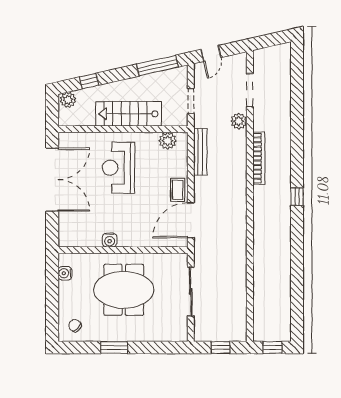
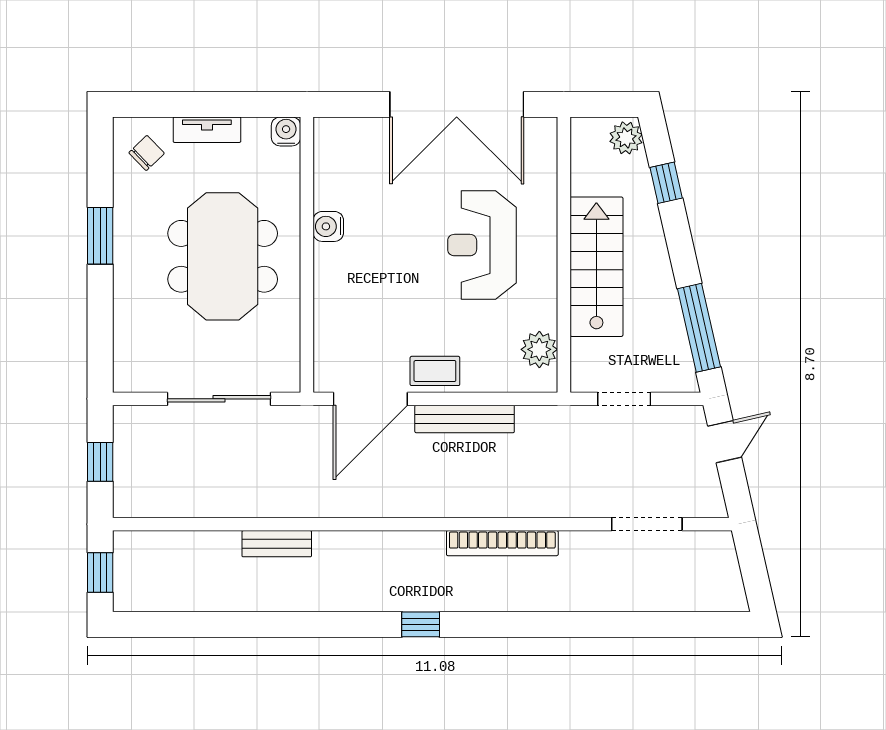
door: (211, 53) -> (725, 442), swing flipped
plant: (239, 121) -> (581, 501), removed
bench: (200, 152) -> (465, 419), moved
reception desk: (118, 168) -> (482, 245), turned -90
door: (191, 220) -> (370, 399), swing flipped
bench: (259, 264) -> (277, 544), added
water cooler: (65, 273) -> (286, 131), moved
tv unit: (64, 297) -> (207, 130), added

